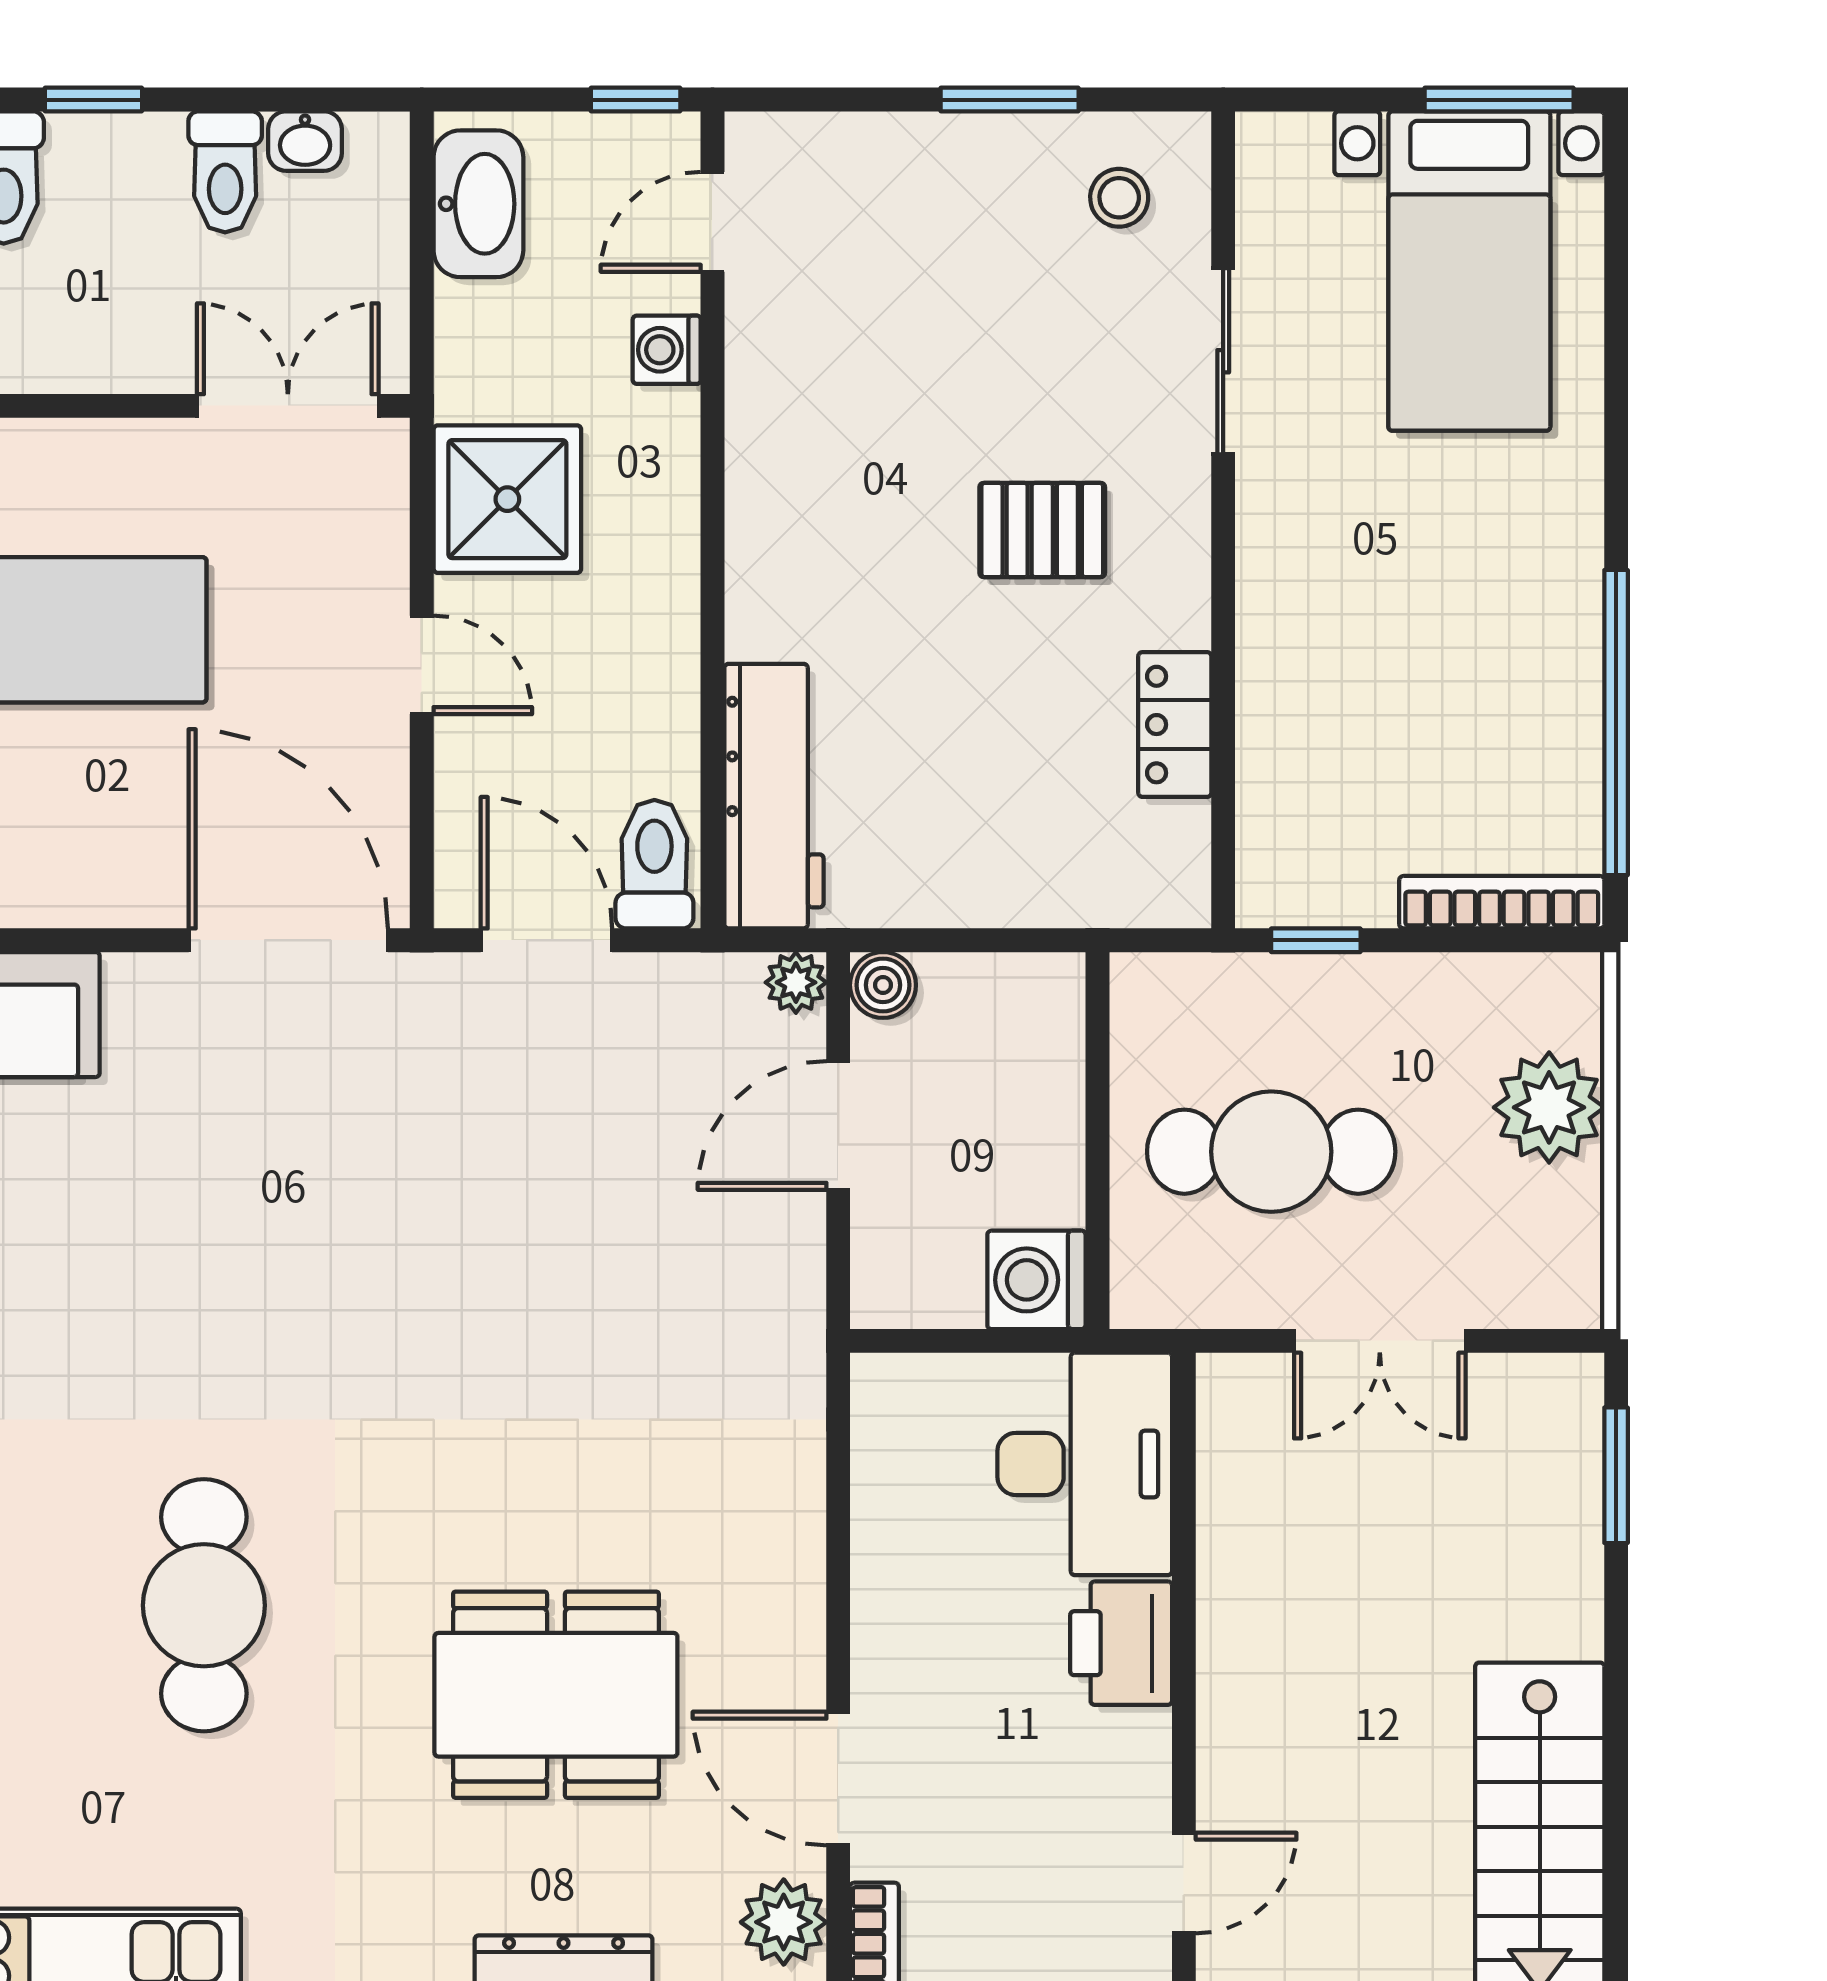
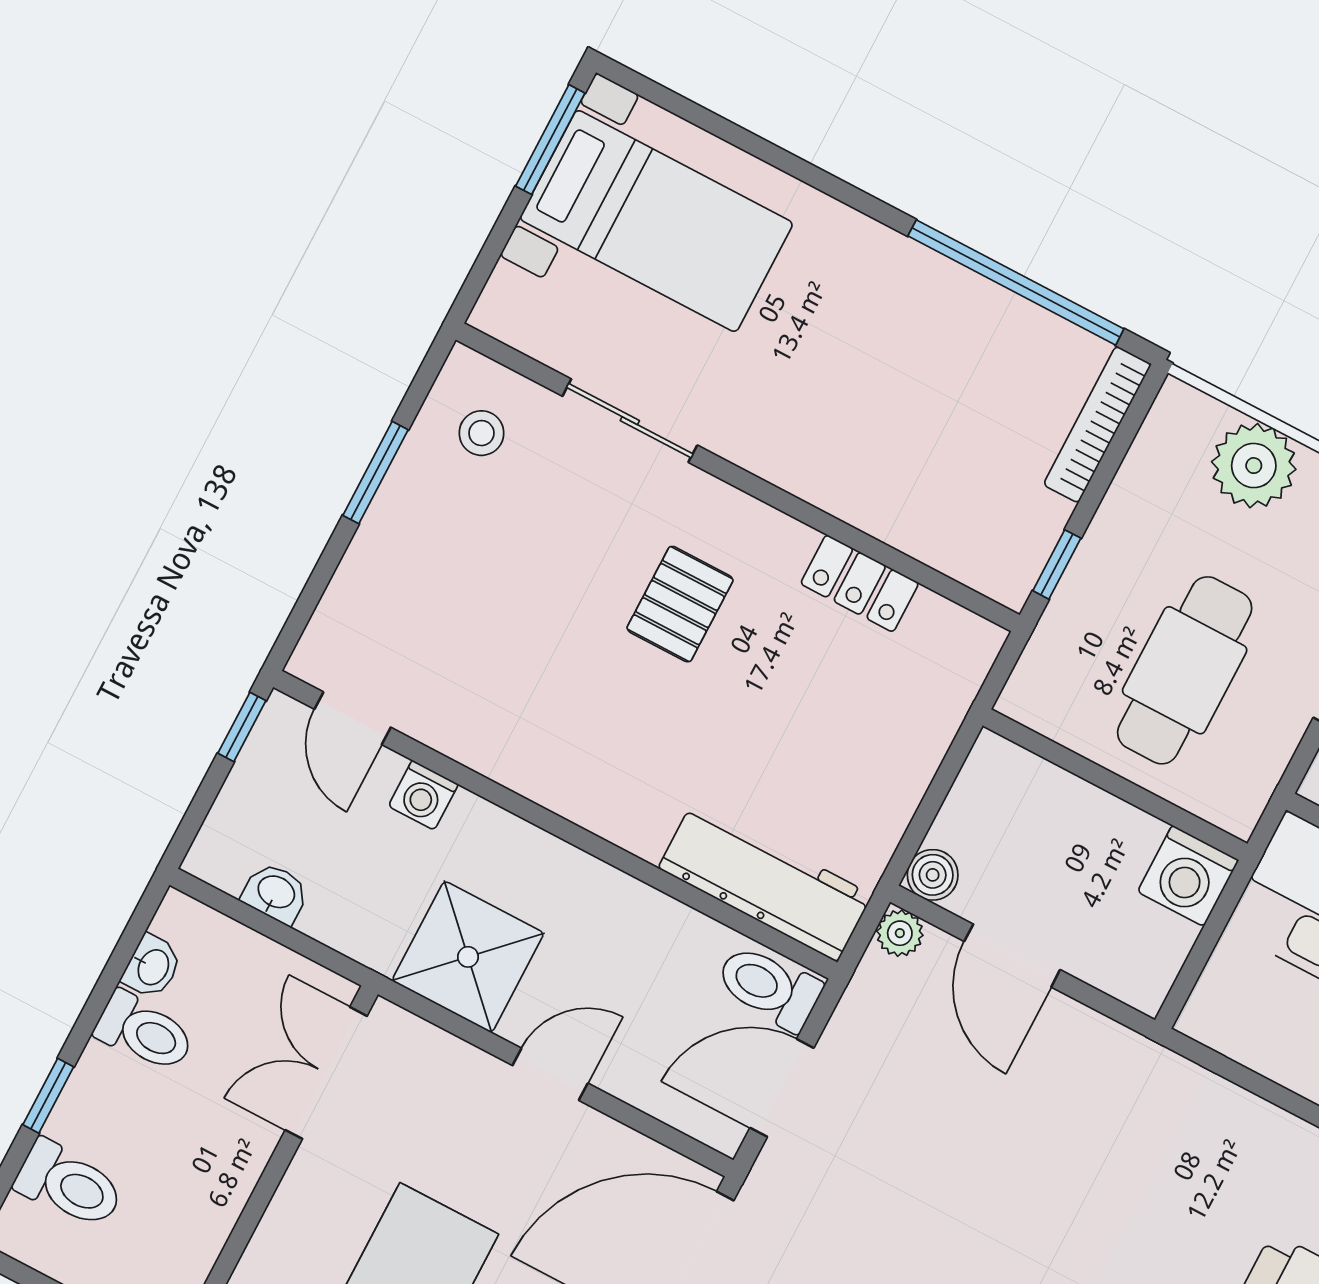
washbasin: (478, 204) -> (276, 893), width x0.52, depth x0.69

